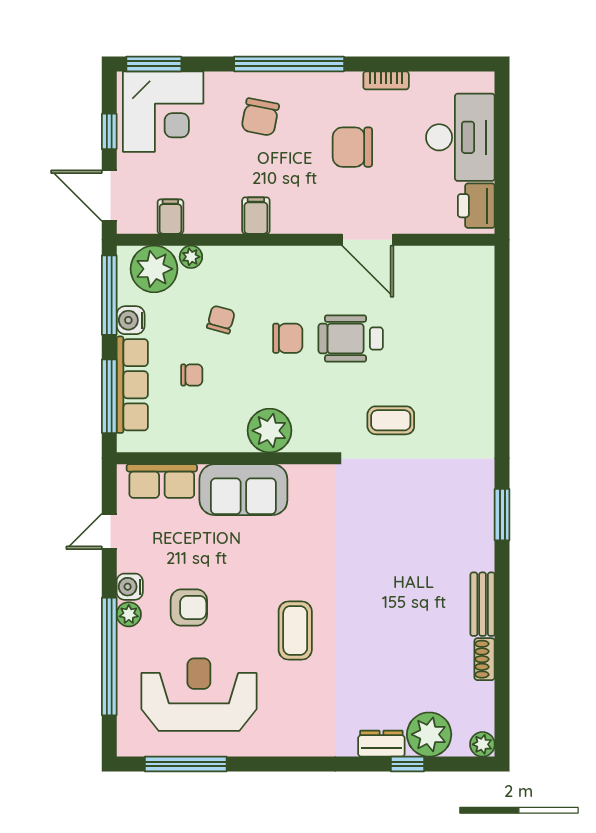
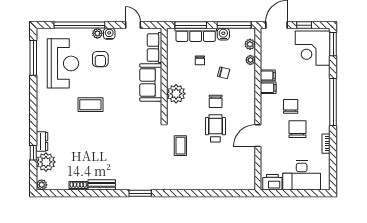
chair: (260, 117) -> (291, 106), moved, turned 79
filing cabinet: (170, 217) -> (268, 75), moved
plant: (154, 269) -> (250, 44), width x0.53, depth x0.53

